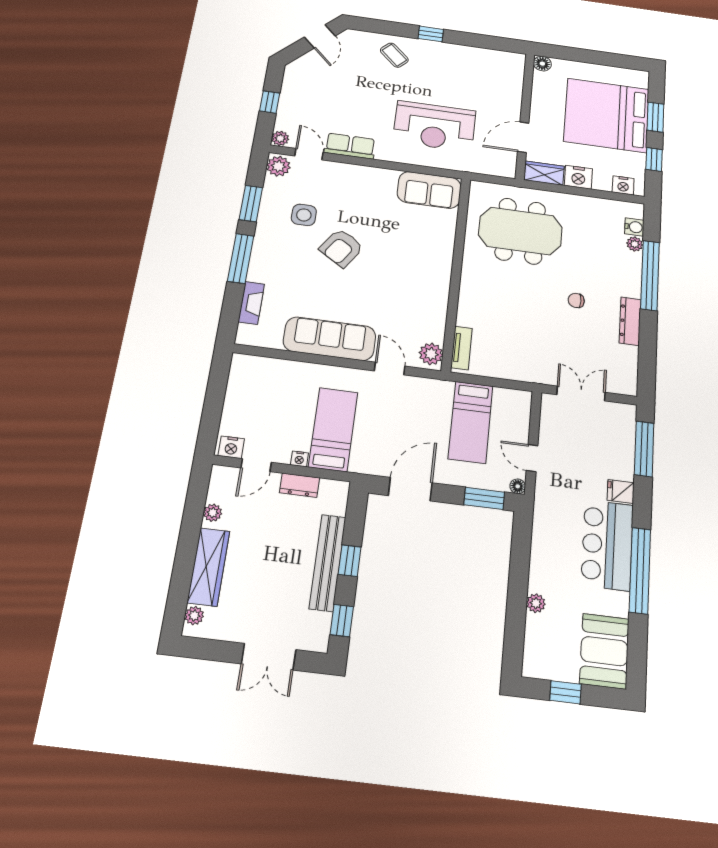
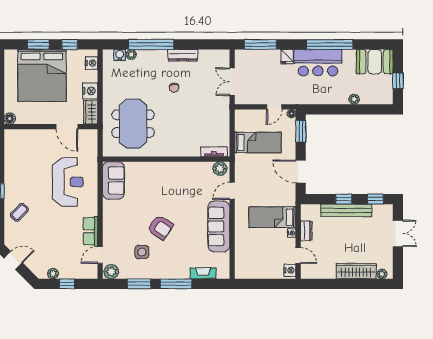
plant: (280, 138) -> (53, 274), moved
plant: (213, 513) -> (327, 274), removed

